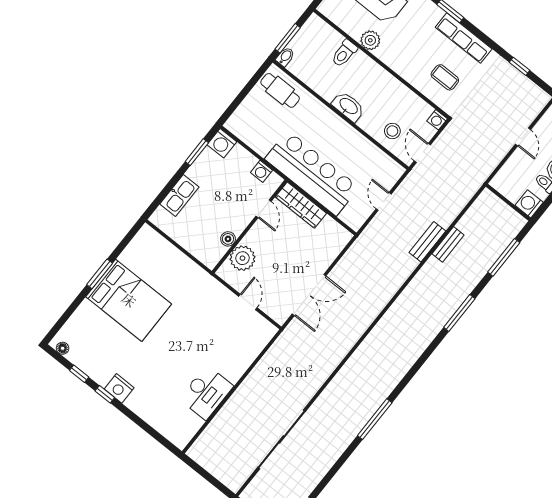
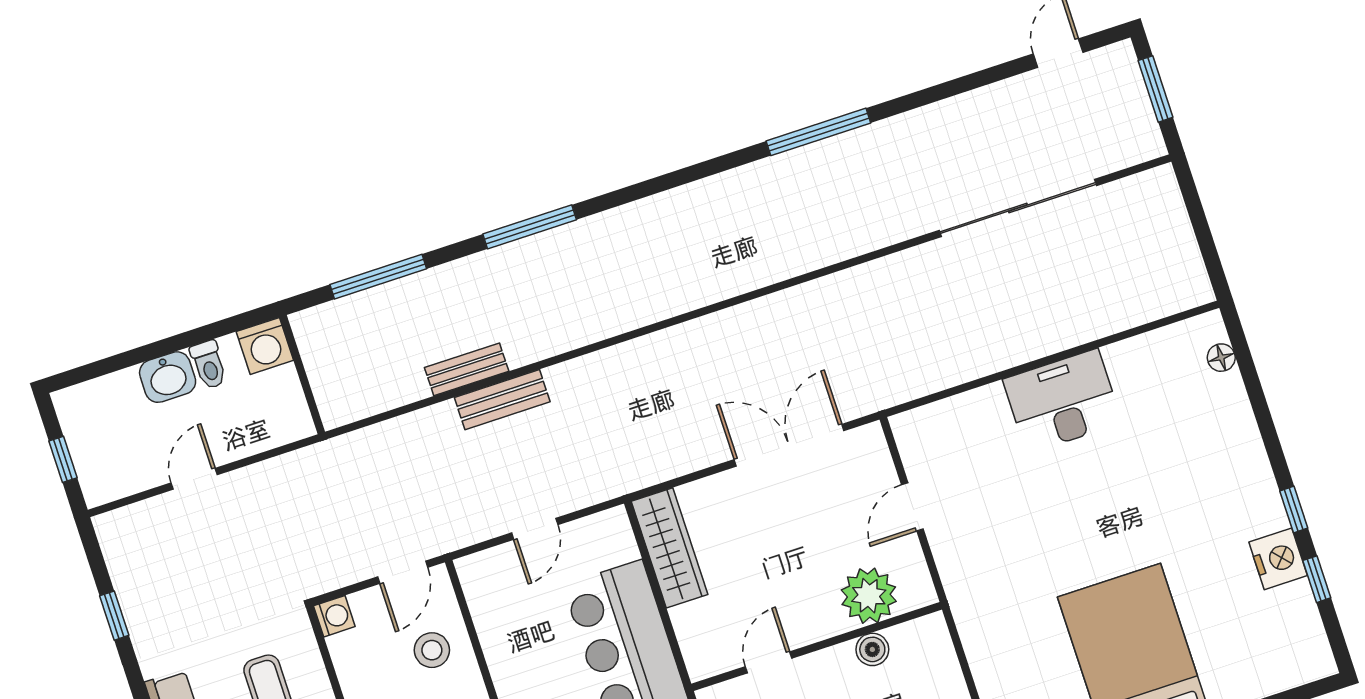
wardrobe: (301, 205) -> (670, 548), moved
floor lamp: (63, 348) -> (1221, 358), moved
nightstand: (119, 388) -> (1278, 559), moved
desk: (206, 393) -> (1062, 401), moved

